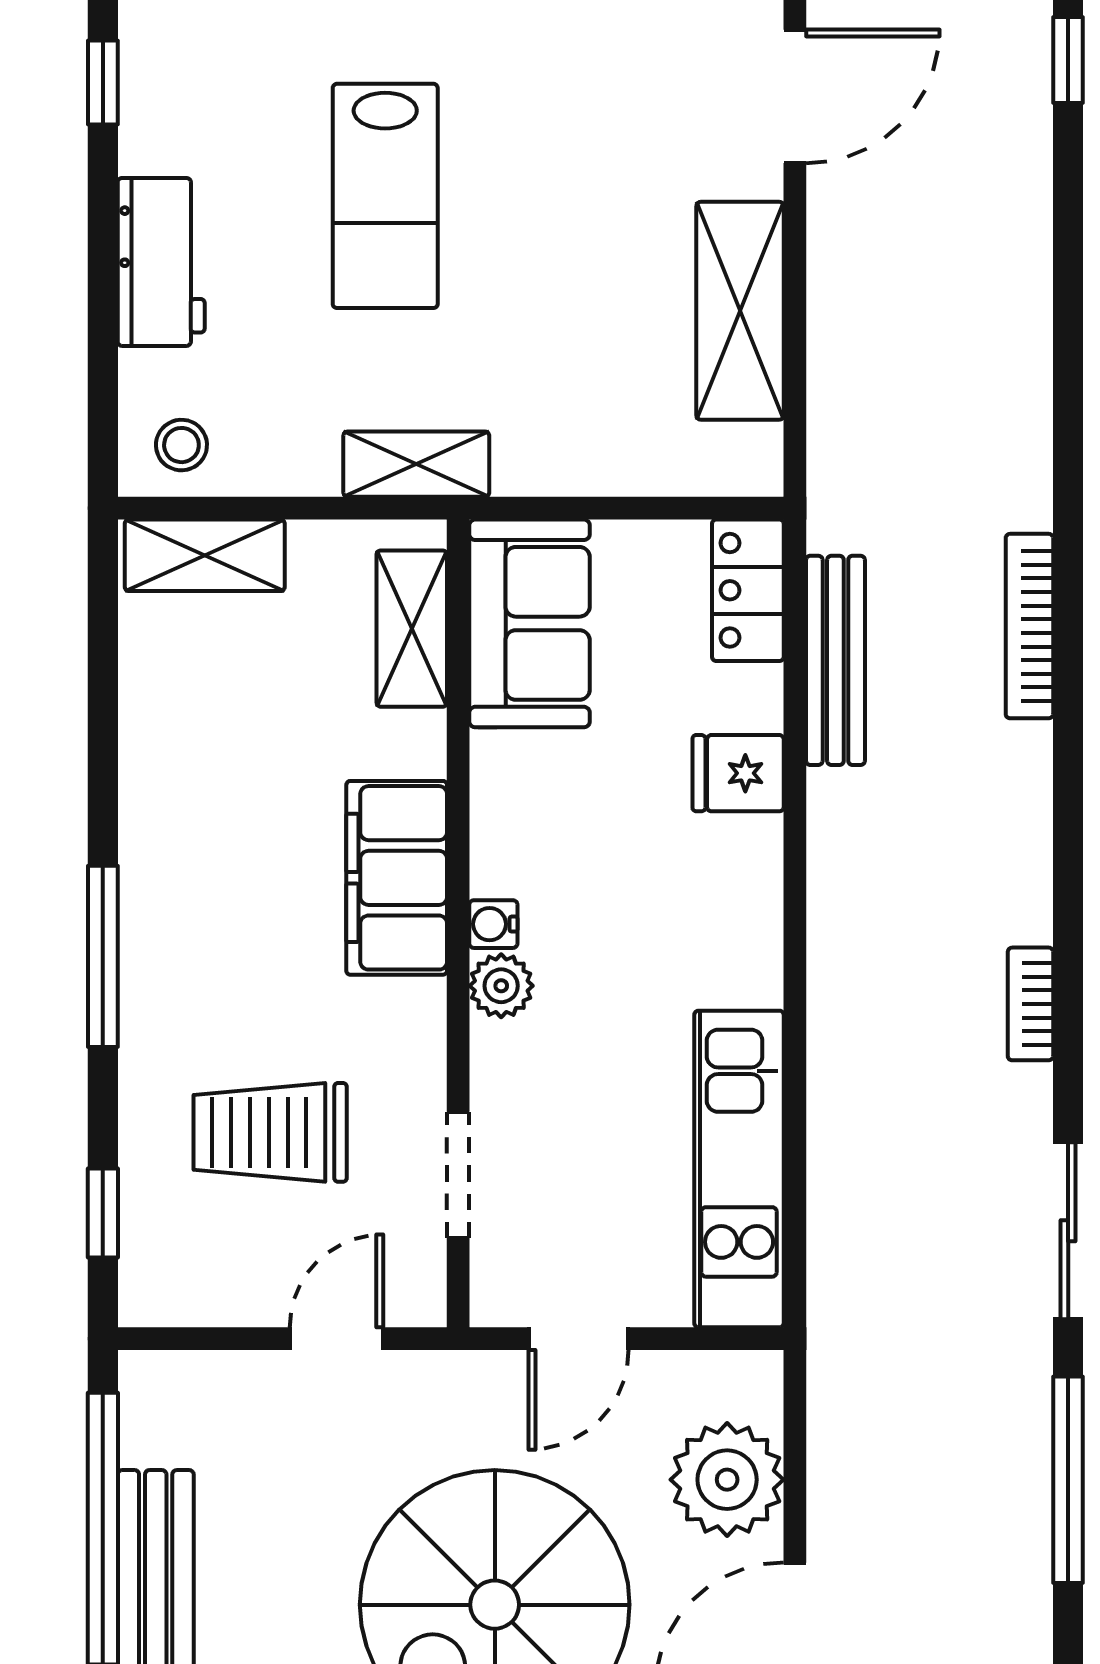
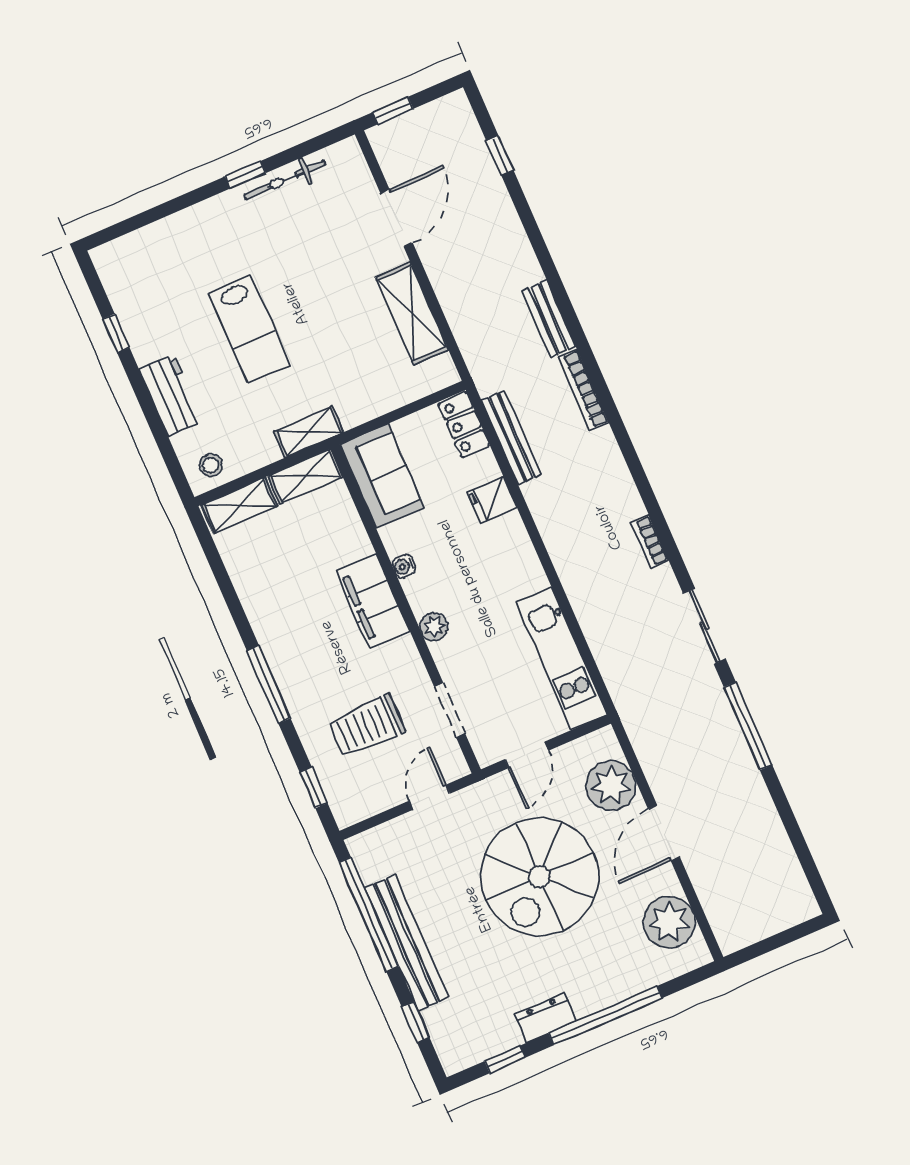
bench: (1022, 446) -> (549, 319), added
shelving: (412, 629) -> (305, 476), moved, turned 90
water cooler: (493, 924) -> (404, 566), moved

